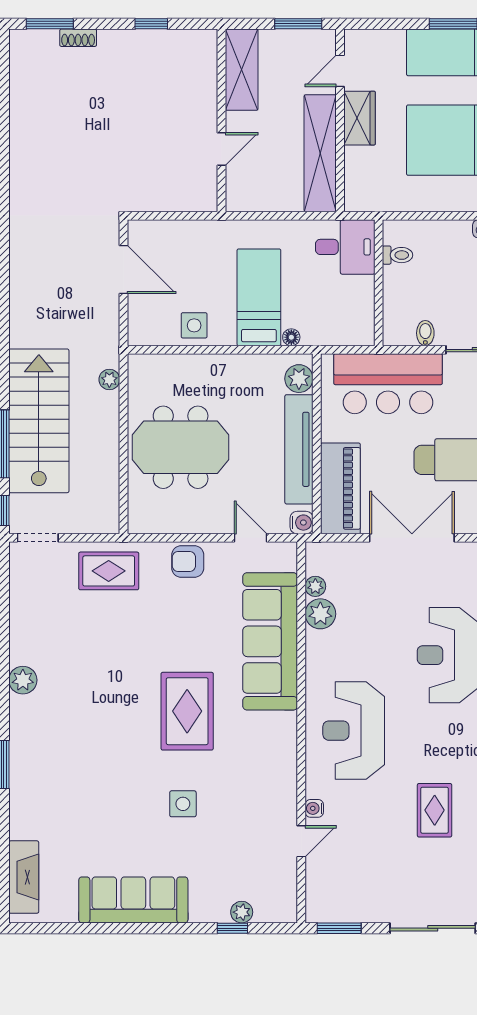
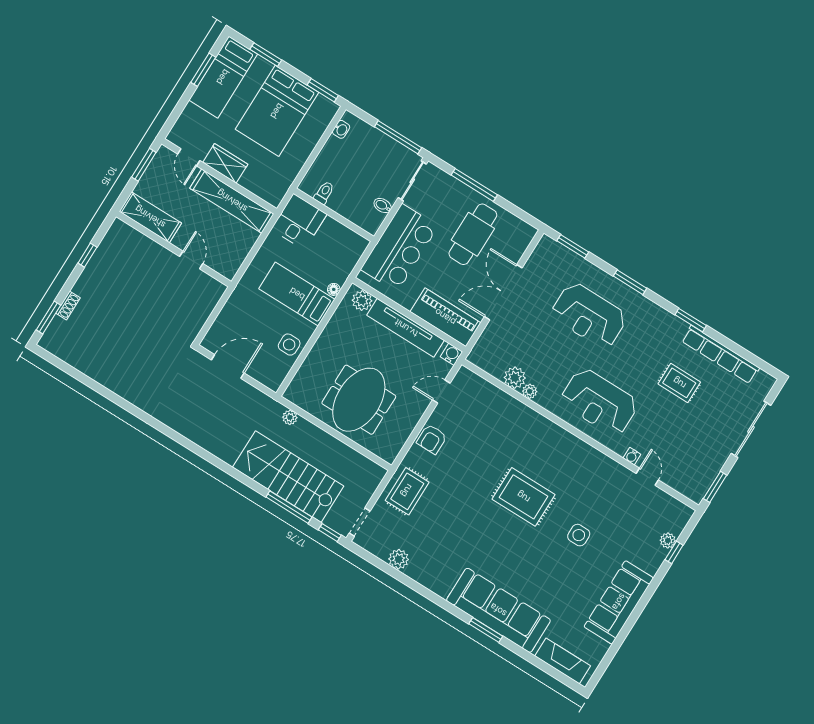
plant: (315, 586) -> (530, 391), moved
sofa: (270, 641) -> (498, 610), moved, turned 180
plant: (23, 680) -> (399, 559), moved

